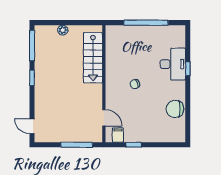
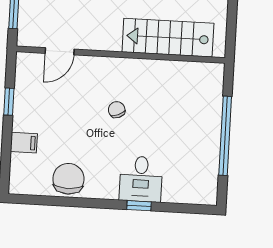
desk: (173, 64) -> (141, 179), width x0.73
filing cabinet: (118, 135) -> (24, 143), moved

